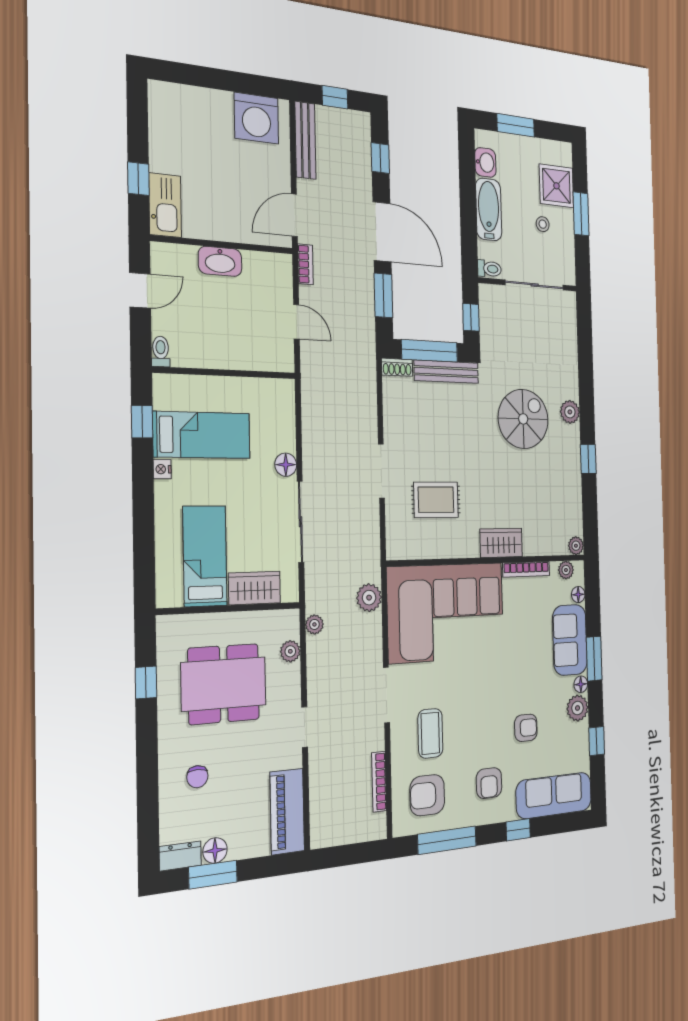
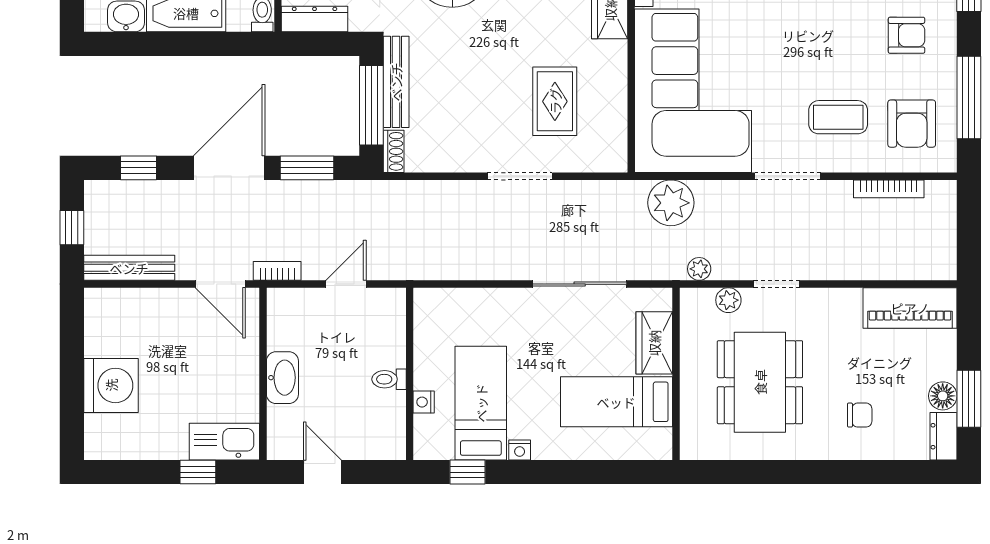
washing machine: (256, 118) -> (111, 385), moved
dresser: (488, 310) -> (315, 19), added
window: (471, 317) -> (326, 44), removed
toilet: (161, 351) -> (389, 379), moved
nightstand: (202, 384) -> (424, 402), added
floor lamp: (286, 465) -> (513, 301), removed
plant: (369, 598) -> (671, 203), width x1.36, depth x1.36
window: (146, 682) -> (752, 472), removed
doorway: (305, 727) -> (777, 284), moved

